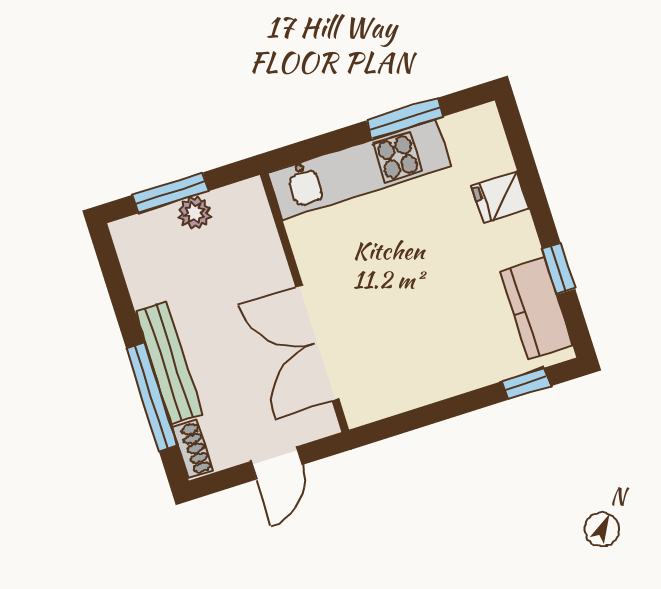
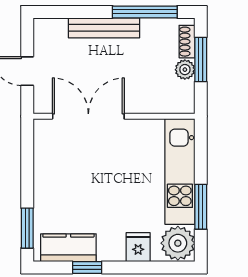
plant: (474, 137) -> (178, 243), added
window: (526, 384) -> (27, 228), width x1.50
window: (152, 397) -> (145, 12), moved
shoe rack: (193, 449) -> (187, 42), moved, turned 90

